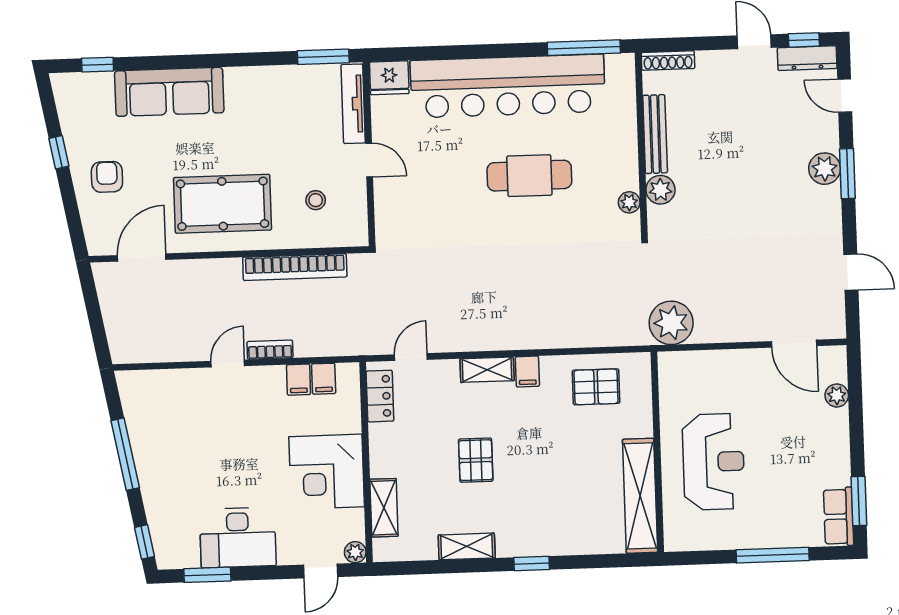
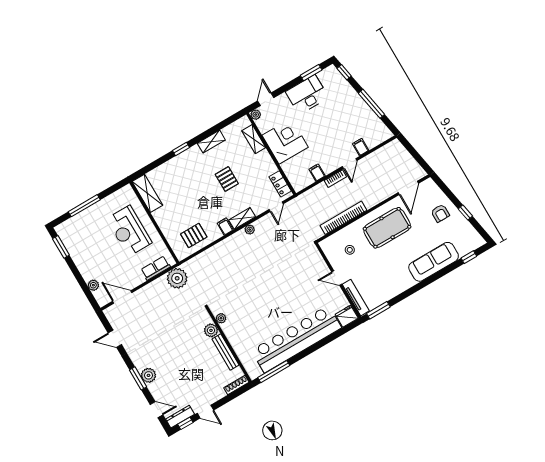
cafe table: (529, 176) -> (268, 307), removed
plant: (484, 341) -> (250, 230), added
filing cabinet: (324, 379) -> (361, 147), moved
shelving: (640, 496) -> (147, 193), width x0.68
row of seats: (839, 517) -> (156, 268), moved, turned -90

